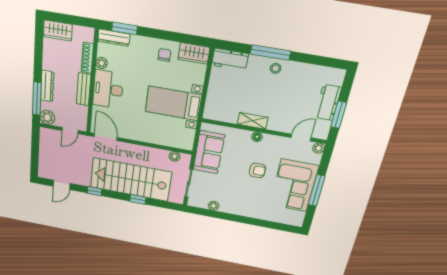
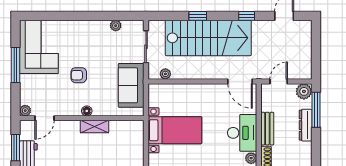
corner sofa: (294, 186) -> (39, 47), moved

